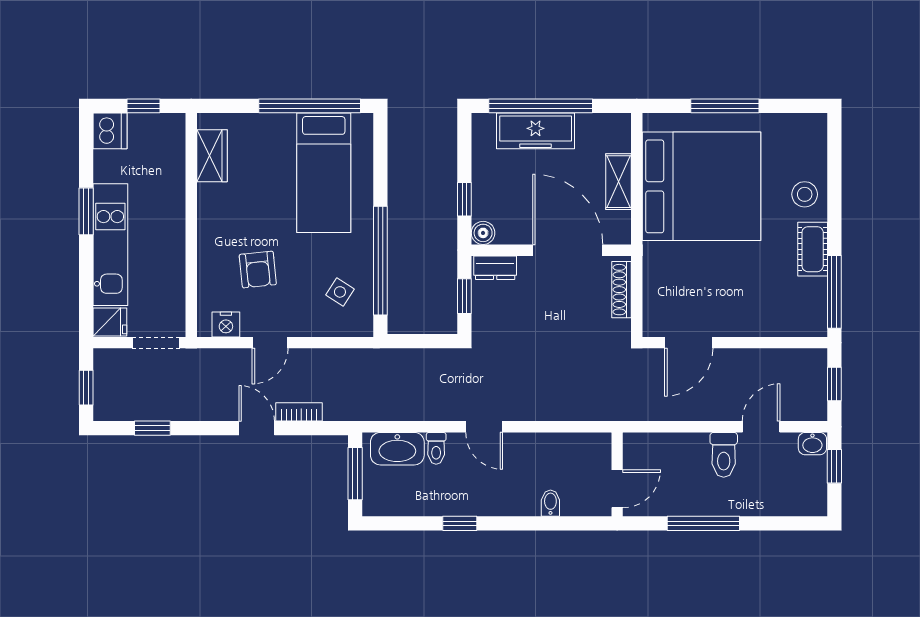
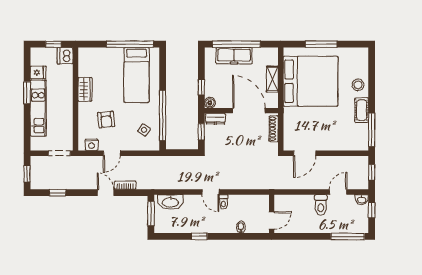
dishwasher: (110, 131) -> (65, 56), moved, turned 180
wardrobe: (212, 156) -> (85, 89), moved
fridge: (110, 322) -> (38, 72), moved
toilet: (436, 448) -> (223, 202), moved
window: (703, 523) -> (348, 236), moved

